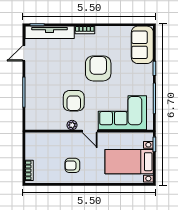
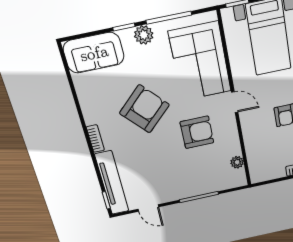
armchair: (98, 68) -> (144, 109), turned 137
plant: (147, 80) -> (144, 35), added
plant: (72, 125) -> (237, 162), moved
door: (90, 131) -> (235, 102), hinge flipped

